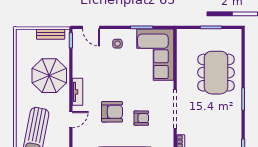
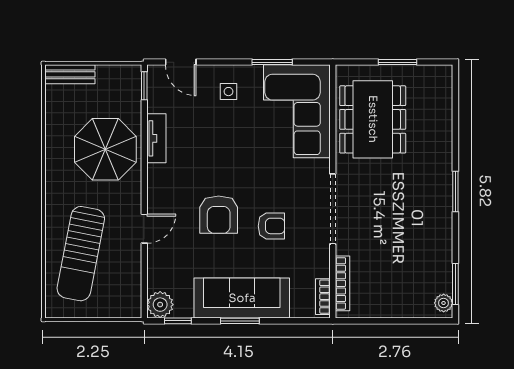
bench: (51, 34) -> (70, 74), moved
dining table: (216, 73) -> (373, 119), moved
tv unit: (78, 92) -> (156, 138), moved
armchair: (112, 112) -> (219, 215), turned 90

